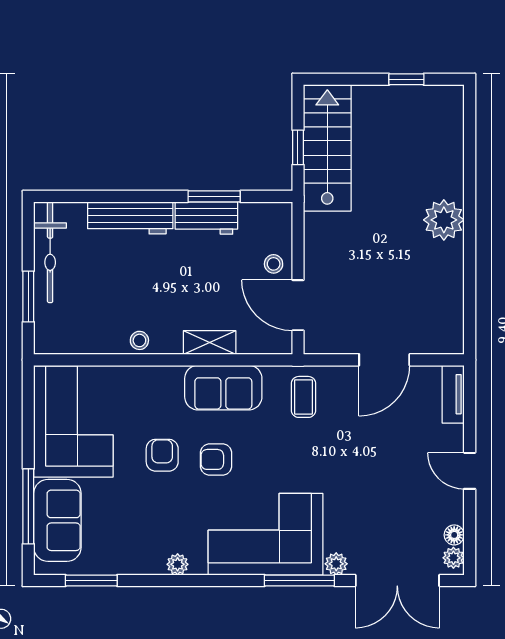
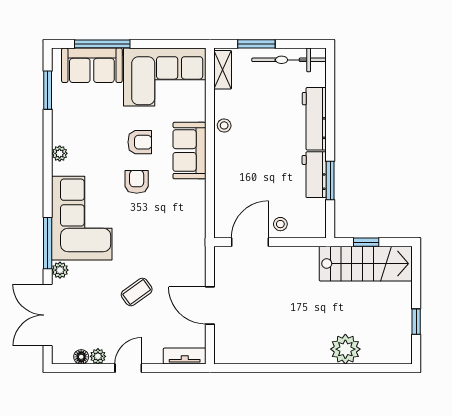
plant: (444, 220) -> (345, 349), moved
shelving: (210, 343) -> (223, 70), moved
sofa: (223, 388) -> (189, 151), moved
coffee table: (304, 397) -> (137, 292), moved, turned -36
plant: (453, 558) -> (98, 356), moved

